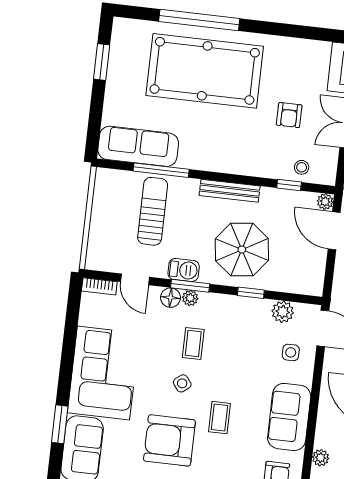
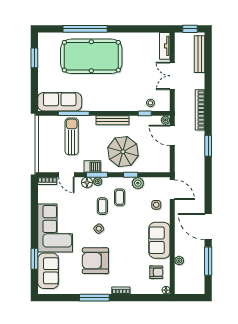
armchair: (289, 115) -> (140, 75), removed
plant: (283, 312) -> (138, 183), moved
coffee table: (220, 418) -> (120, 197), moved

